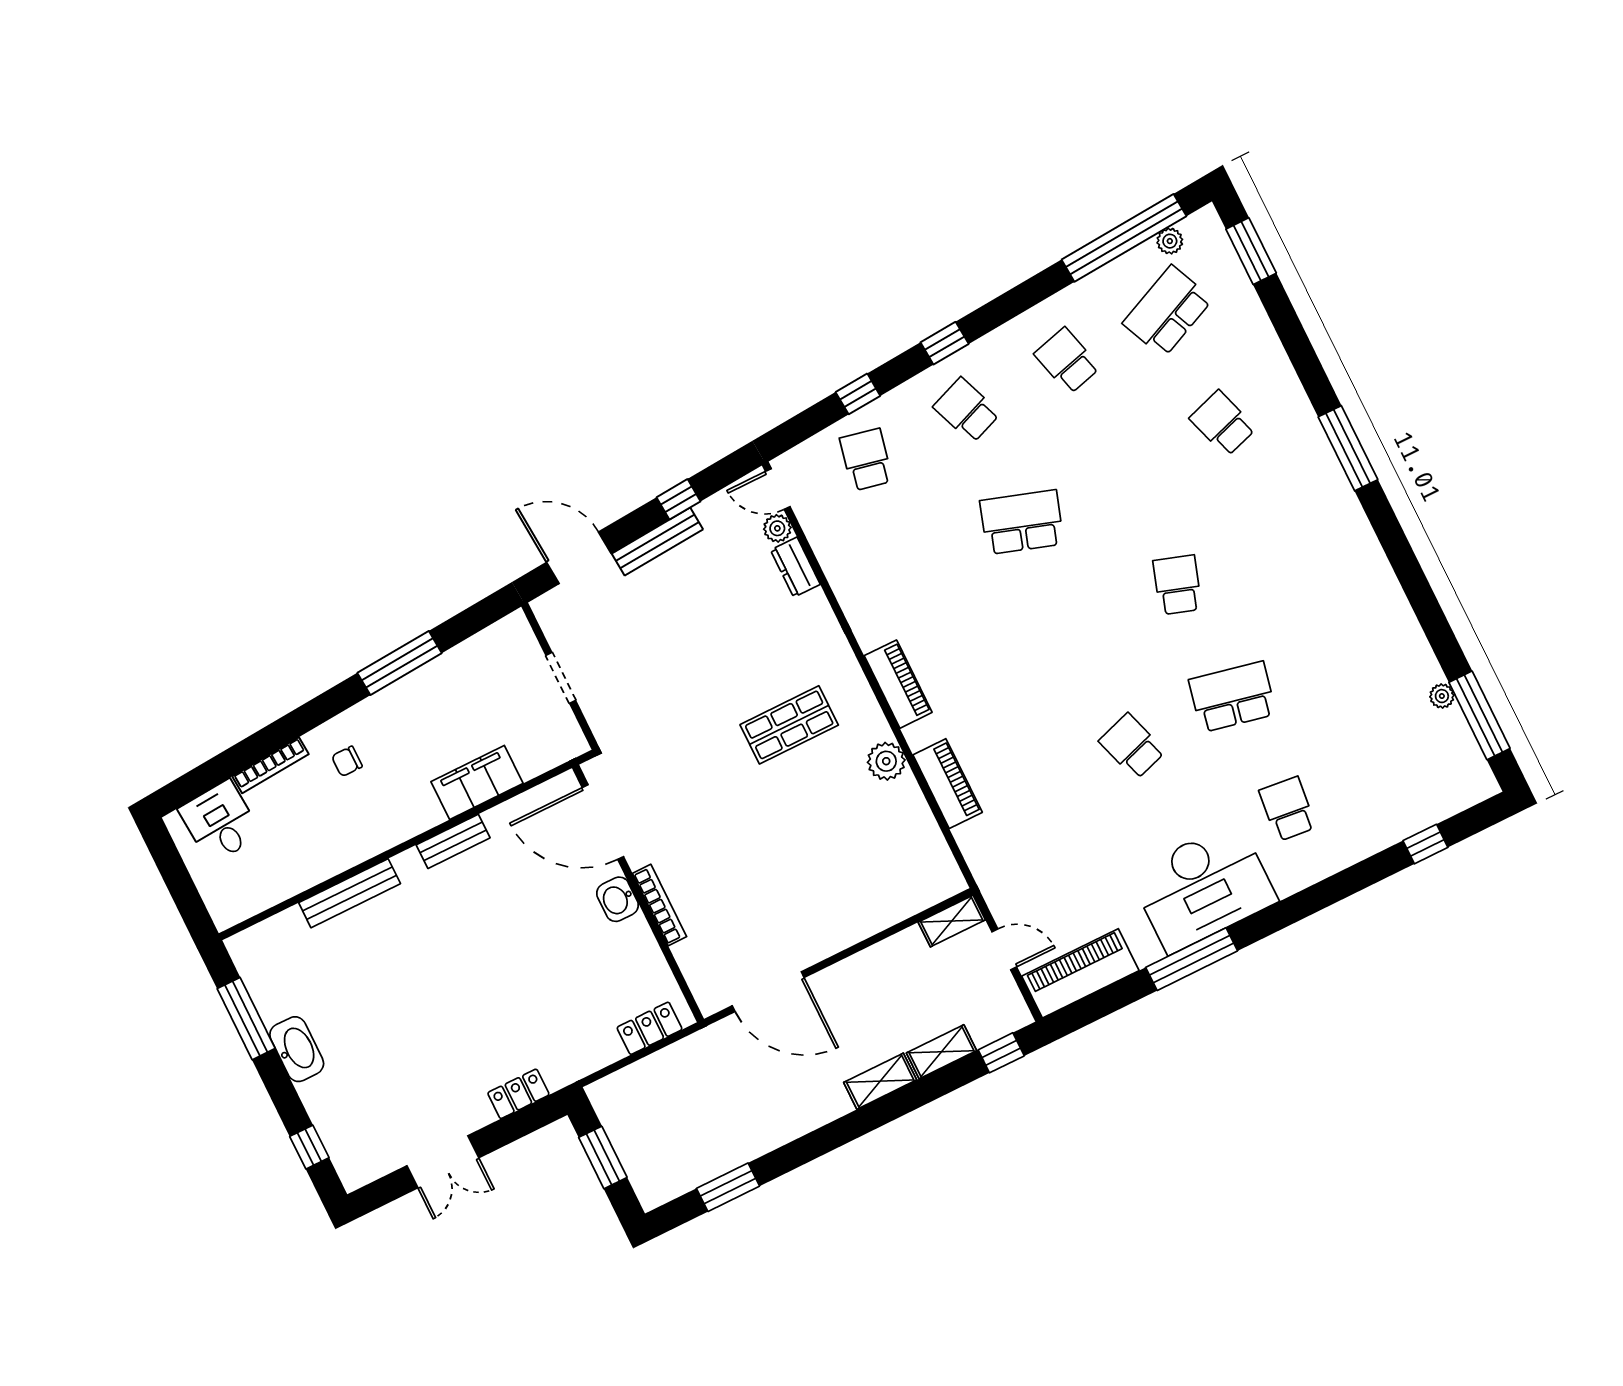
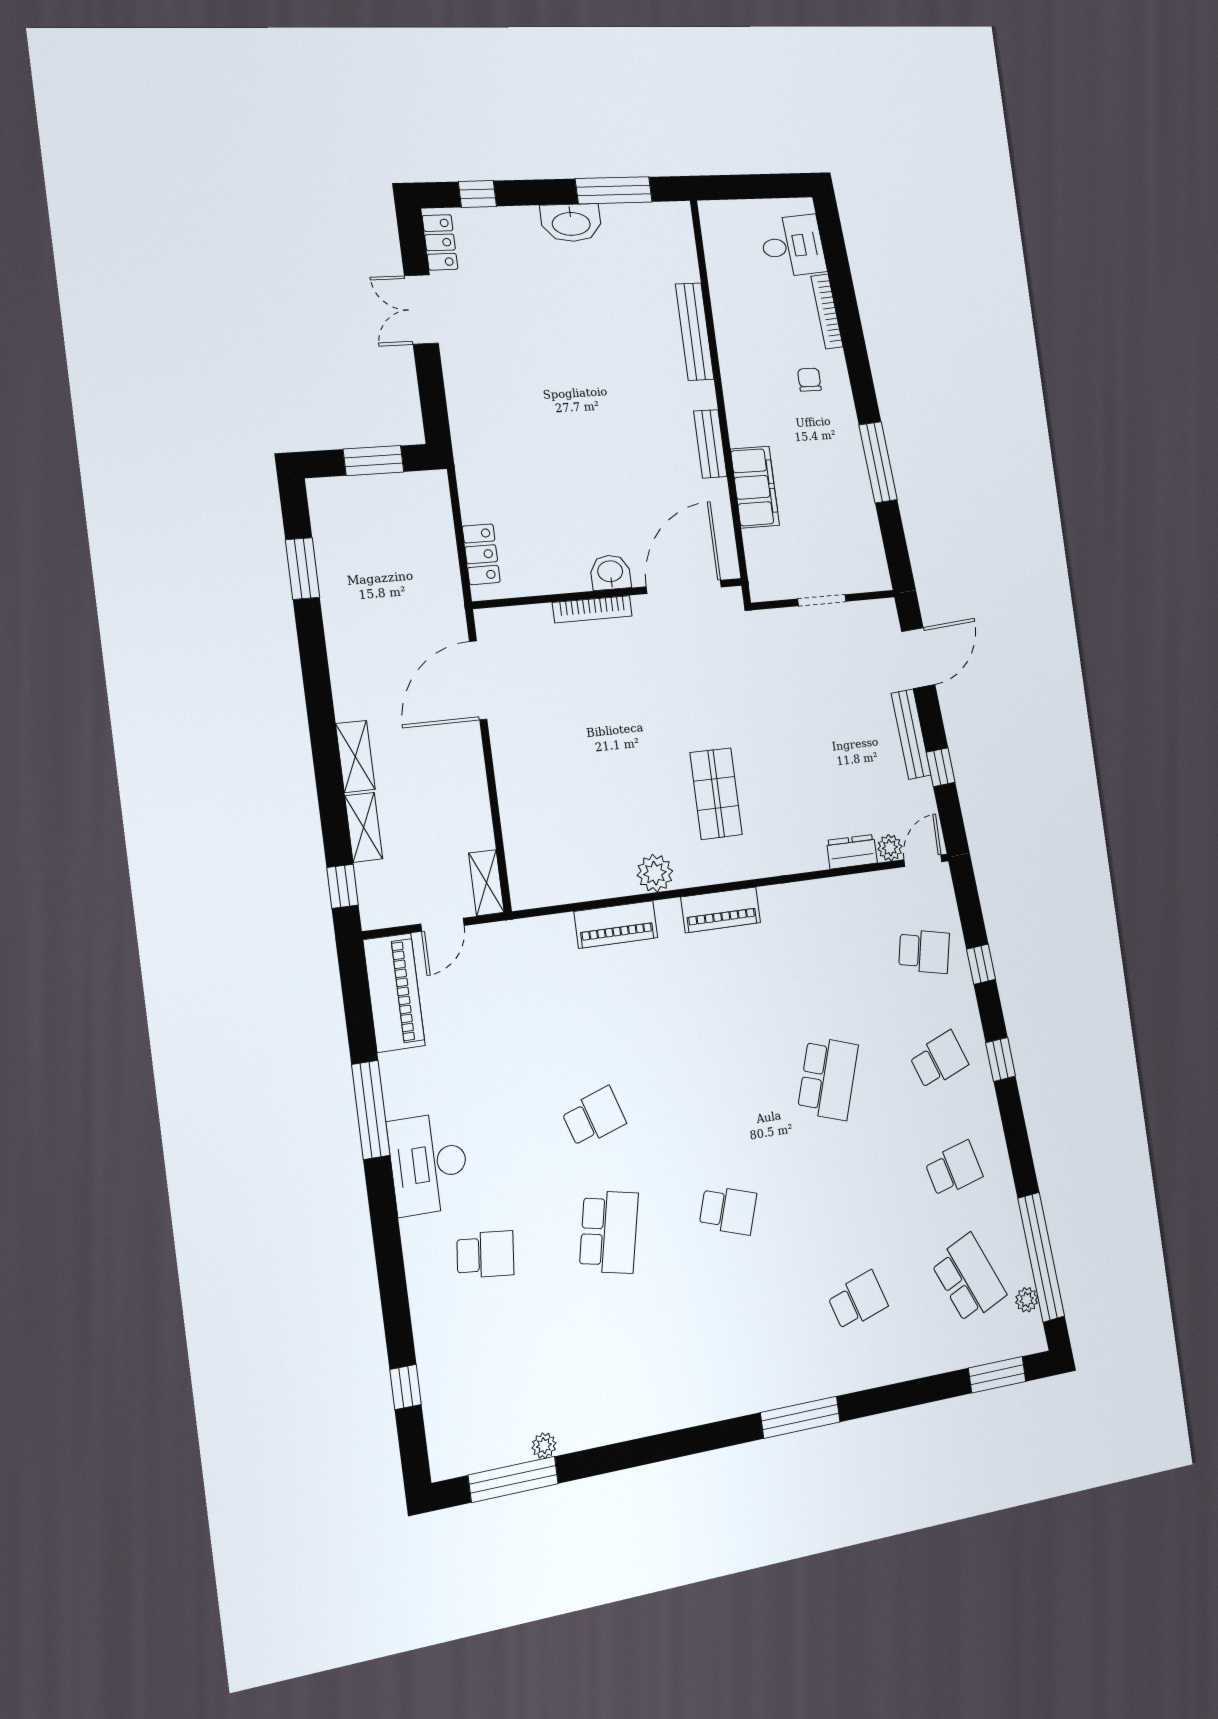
desk: (1203, 887) -> (429, 1164), width x0.73, depth x0.77
locker: (518, 1094) -> (440, 242), moved

